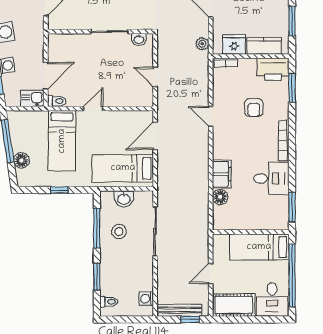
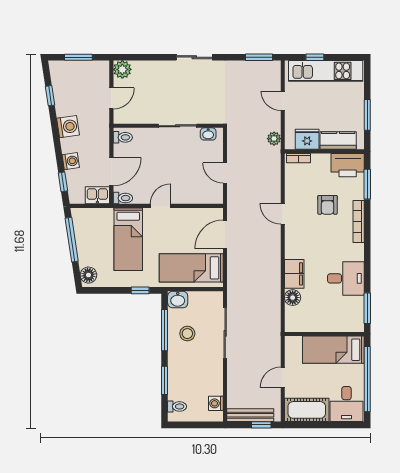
toilet: (57, 43) -> (123, 137), added
bookcase: (284, 141) -> (359, 221), moved
floor lamp: (21, 160) -> (88, 275), moved
window: (60, 190) -> (140, 290), moved
washbasin: (124, 199) -> (178, 300), moved

